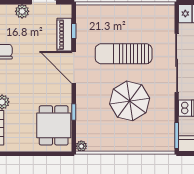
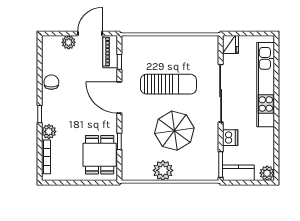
piano: (64, 35) -> (110, 52), moved
sun lounger: (124, 54) -> (168, 84), turned 180
plant: (81, 146) -> (163, 170), moved, width x1.88, depth x1.88

